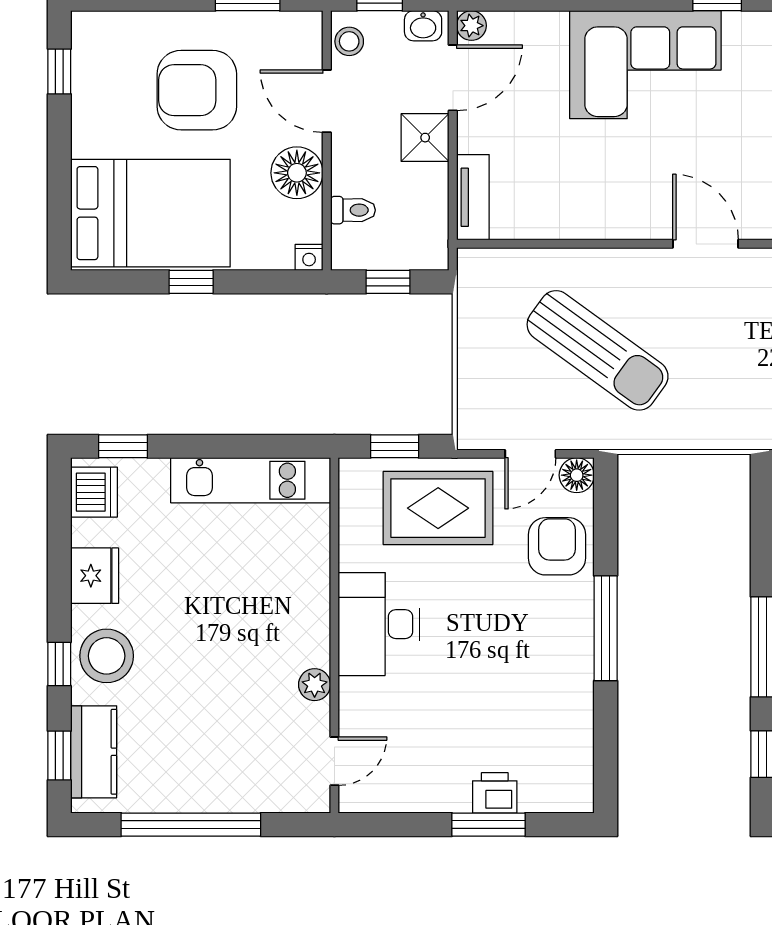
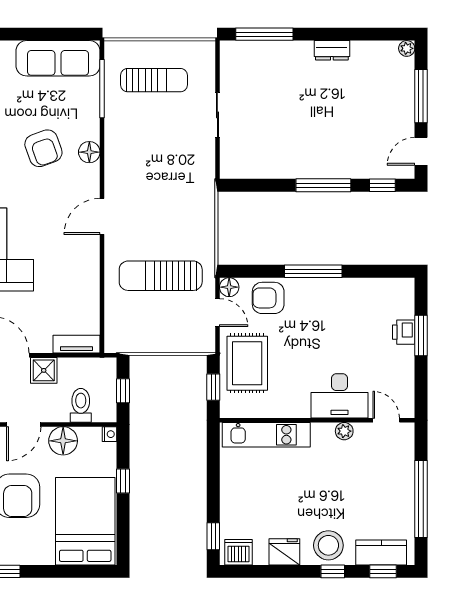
toilet: (353, 210) -> (81, 405), width x1.37, depth x1.39
window: (191, 282) -> (123, 481), moved
sun lounger: (598, 350) -> (161, 276), turned -126
kitchen unit: (251, 480) -> (266, 435), moved, turned 90
desk: (379, 624) -> (340, 396), moved

